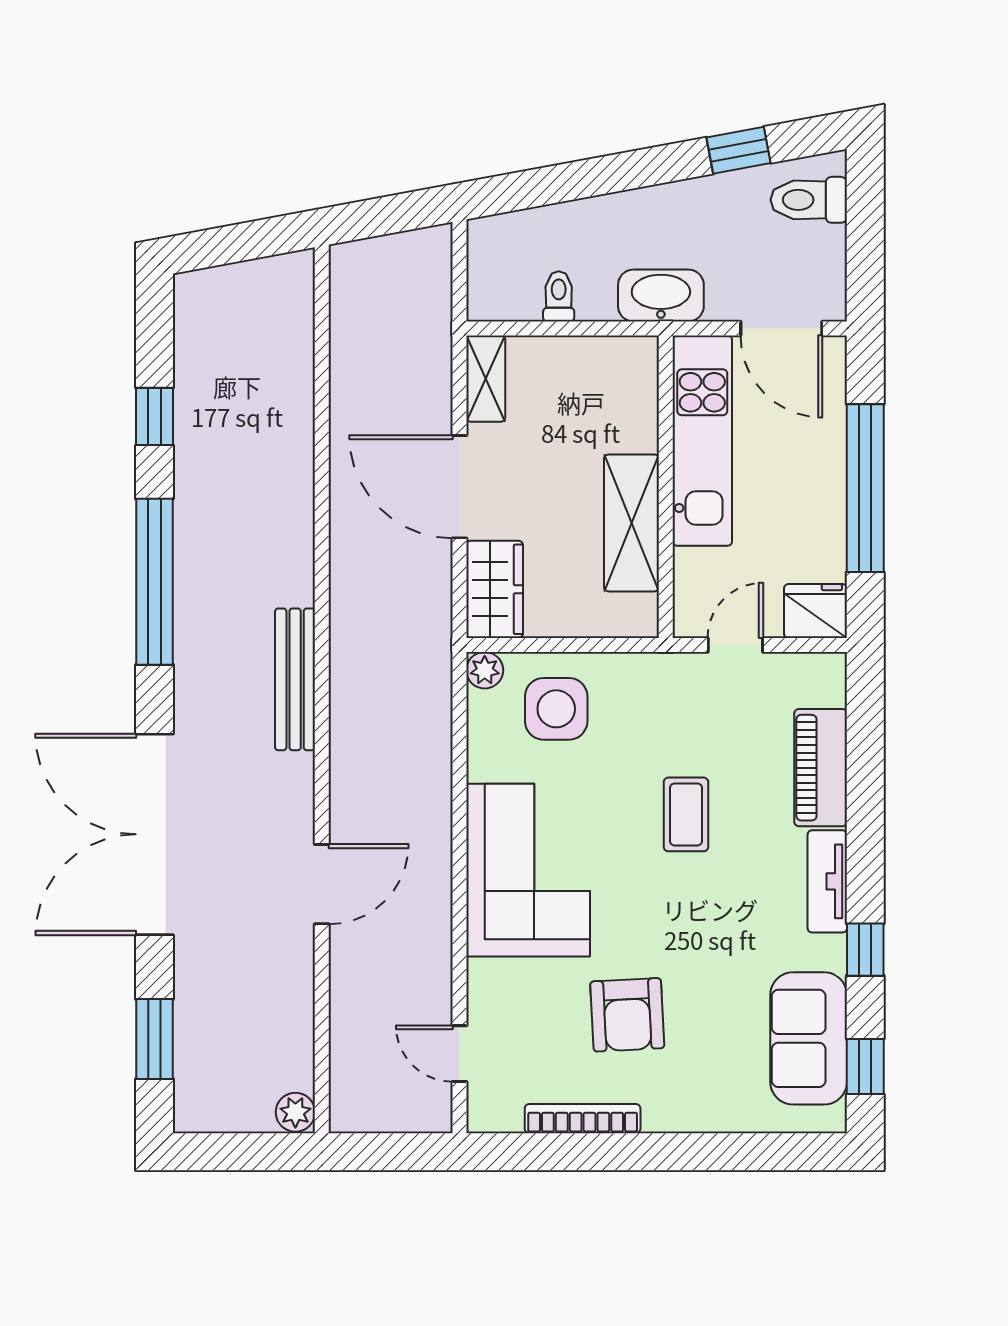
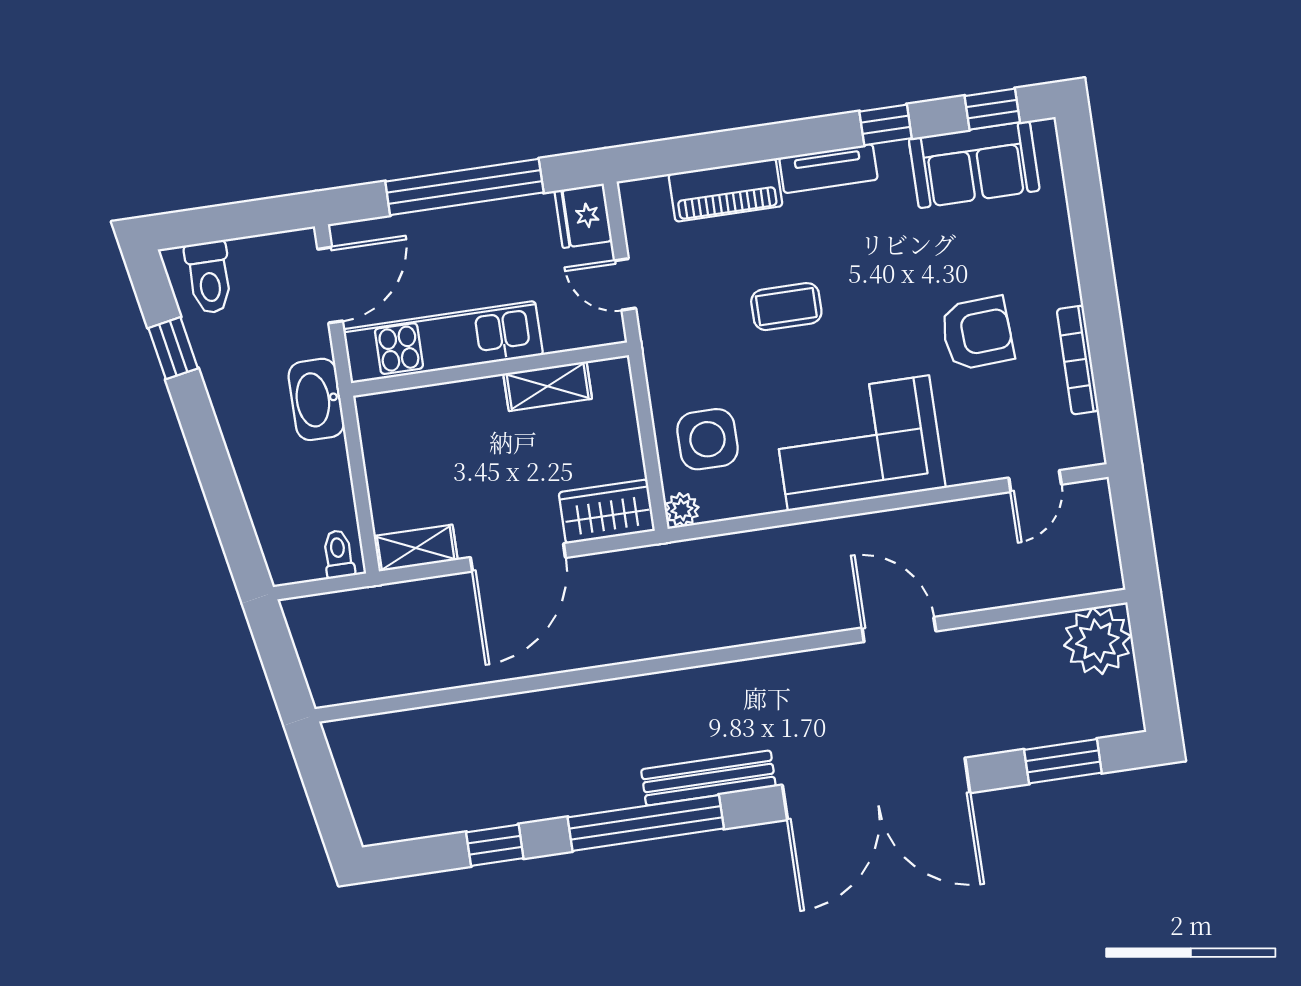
toilet: (559, 296) -> (338, 554), moved, turned 90
shelving: (631, 523) -> (548, 386), width x0.67, depth x0.75
bench: (295, 679) -> (708, 778), moved
plant: (295, 1112) -> (1097, 641), width x1.88, depth x1.88

